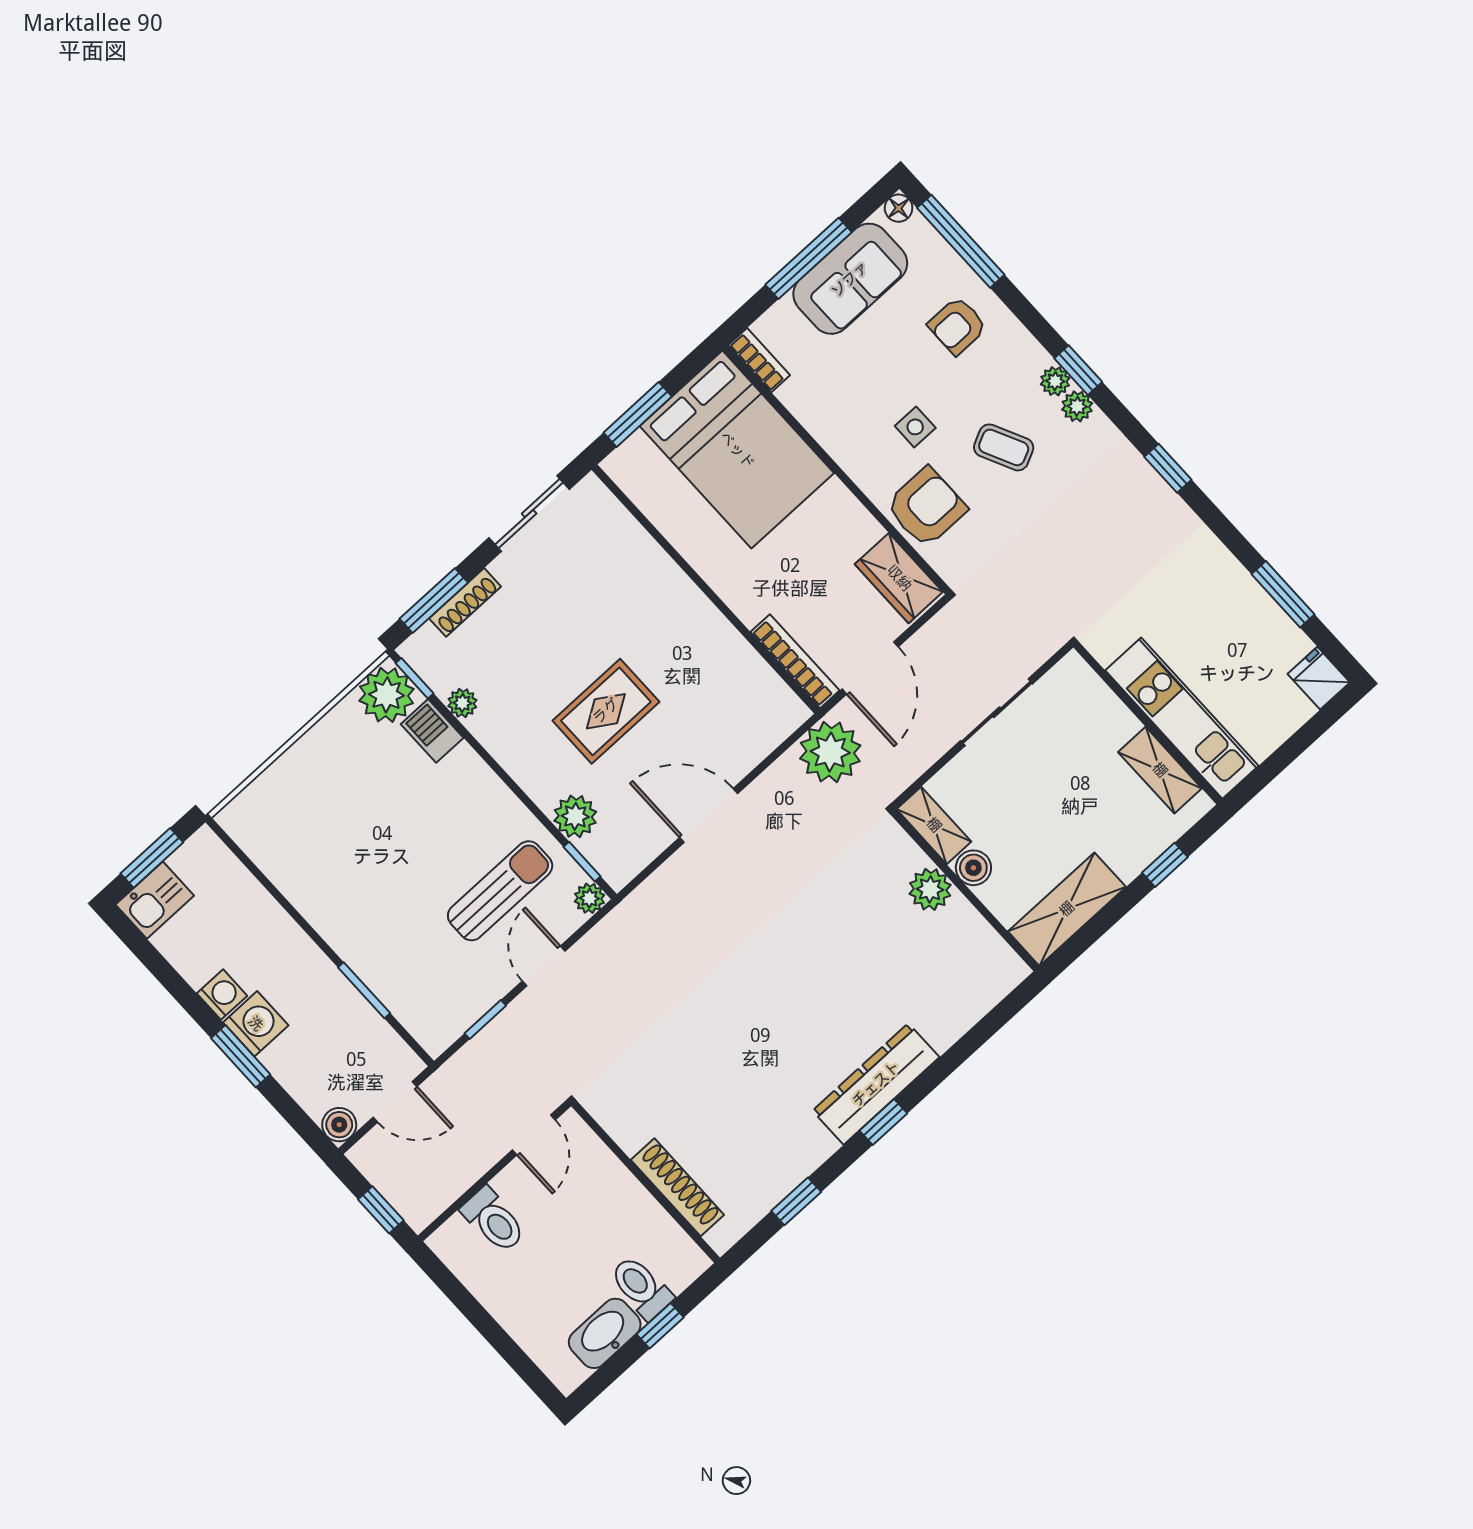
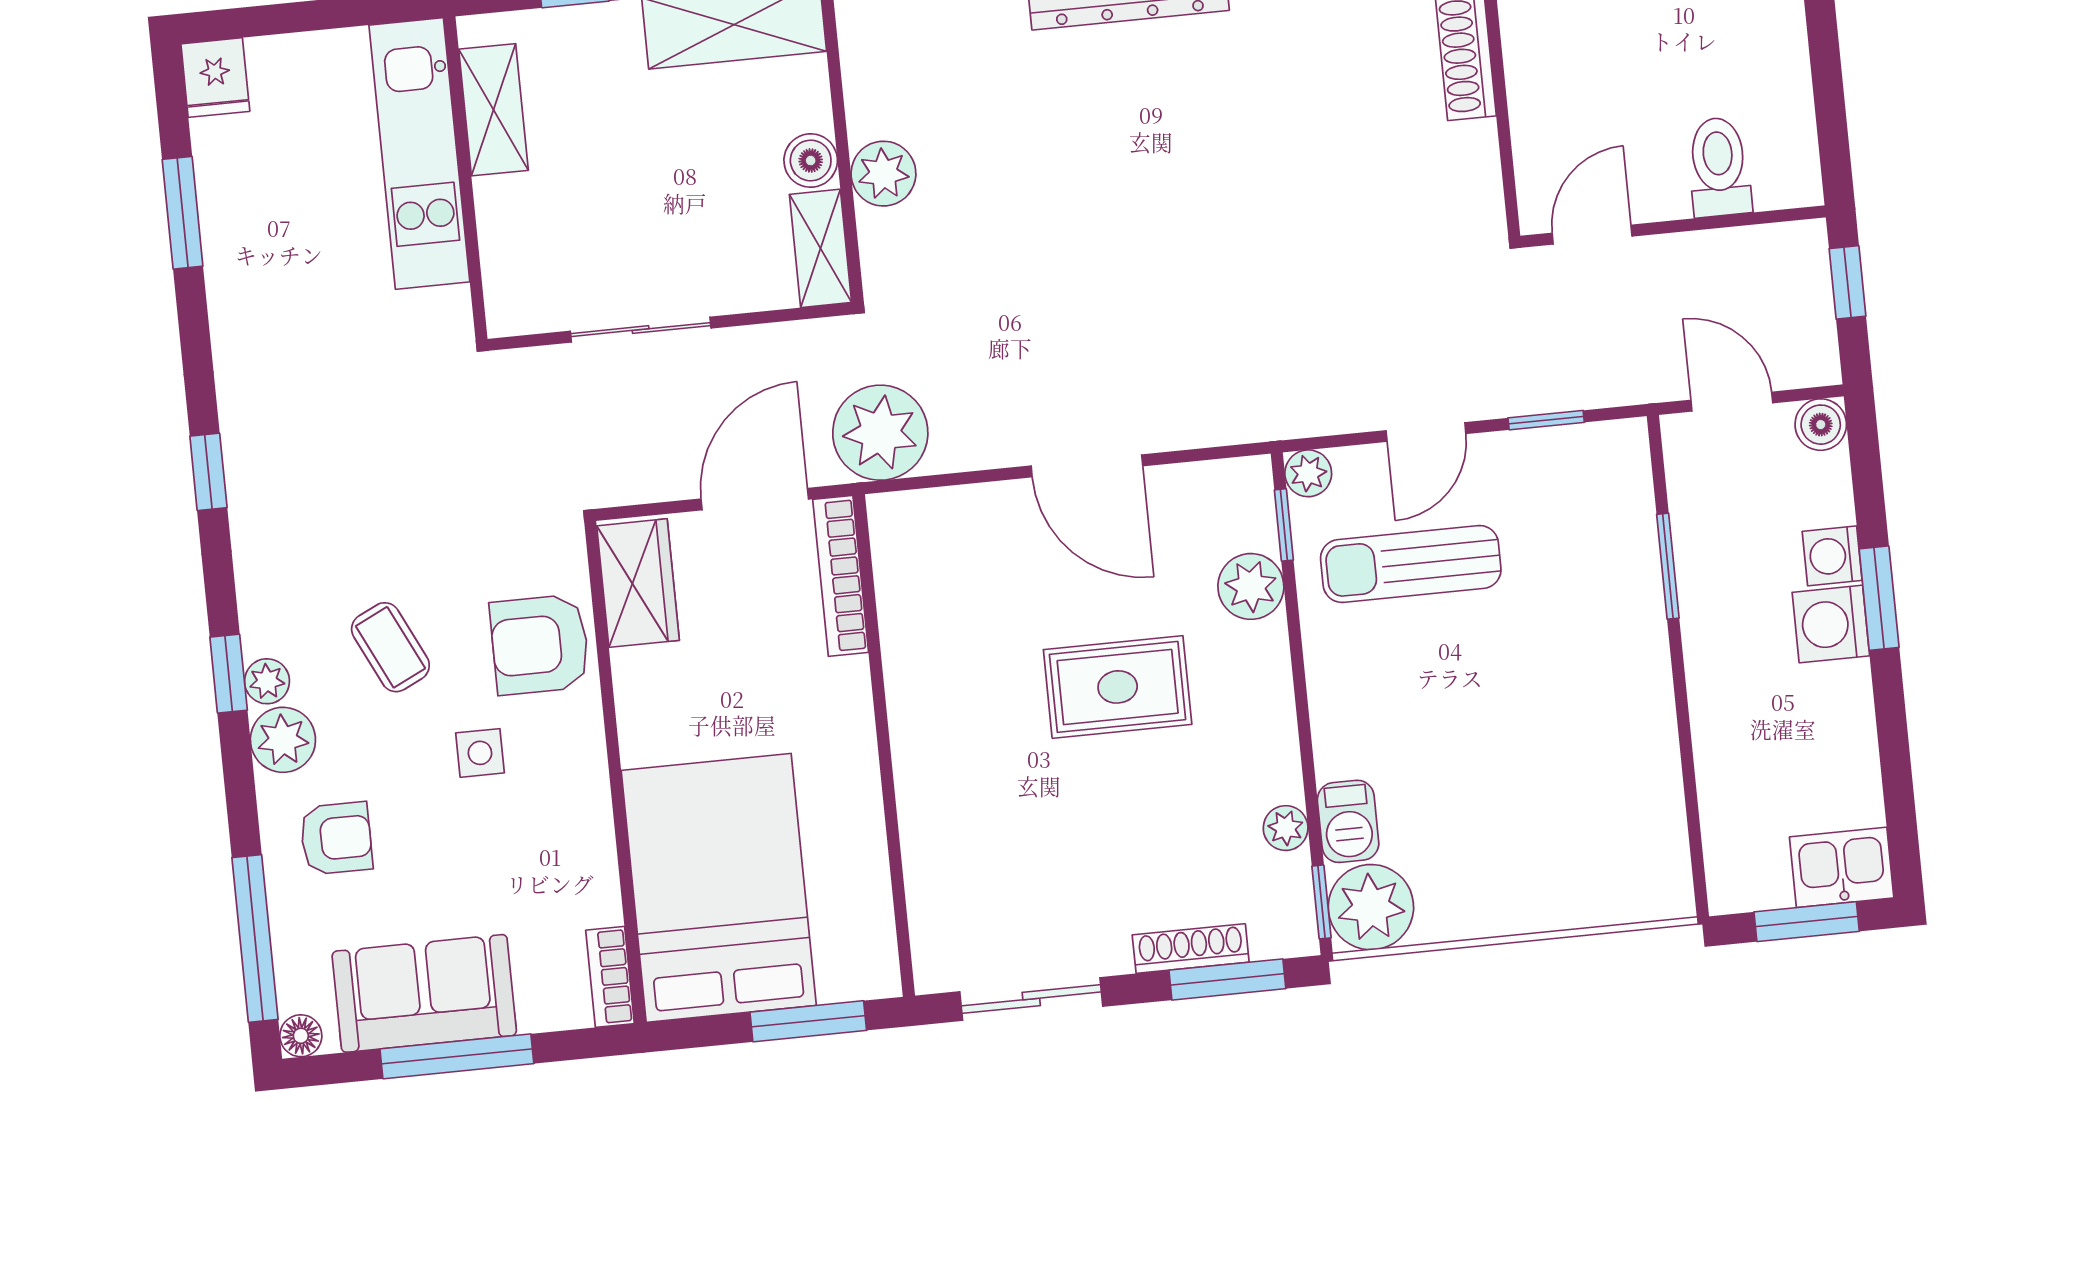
plant: (1077, 406) -> (283, 740), moved, width x1.38, depth x1.38
washing machine: (222, 995) -> (1832, 556), moved

